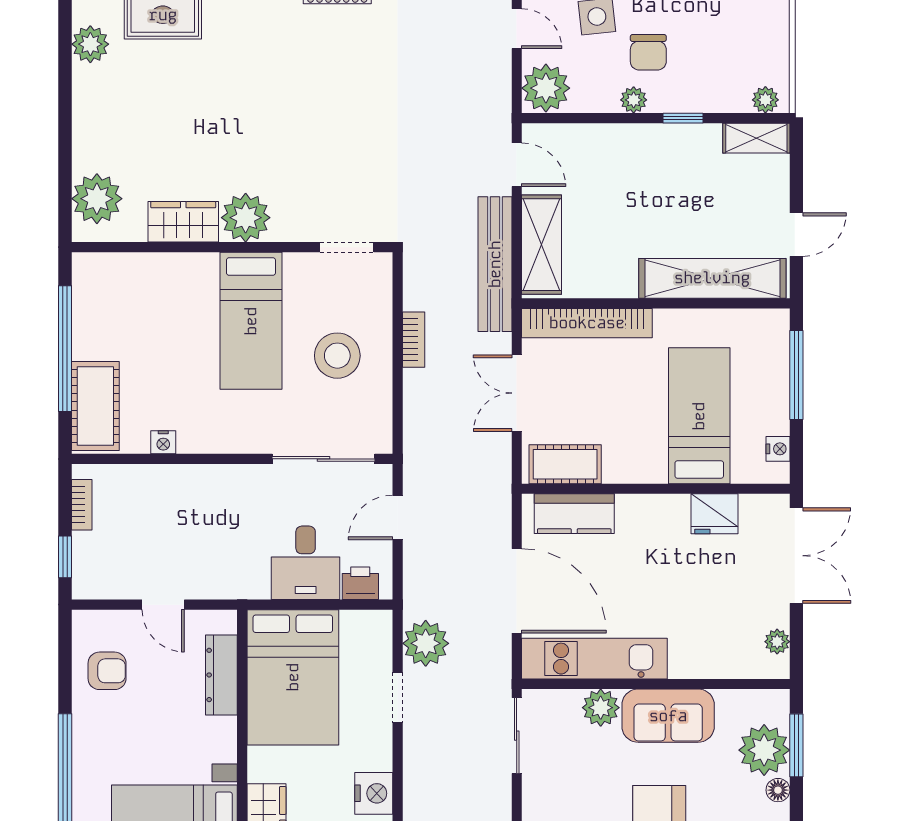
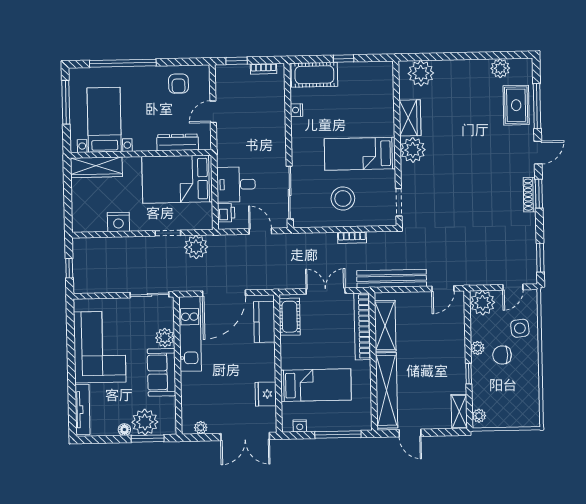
shelving: (542, 245) -> (385, 326), moved, turned 90
window: (65, 349) -> (344, 59), width x0.32

